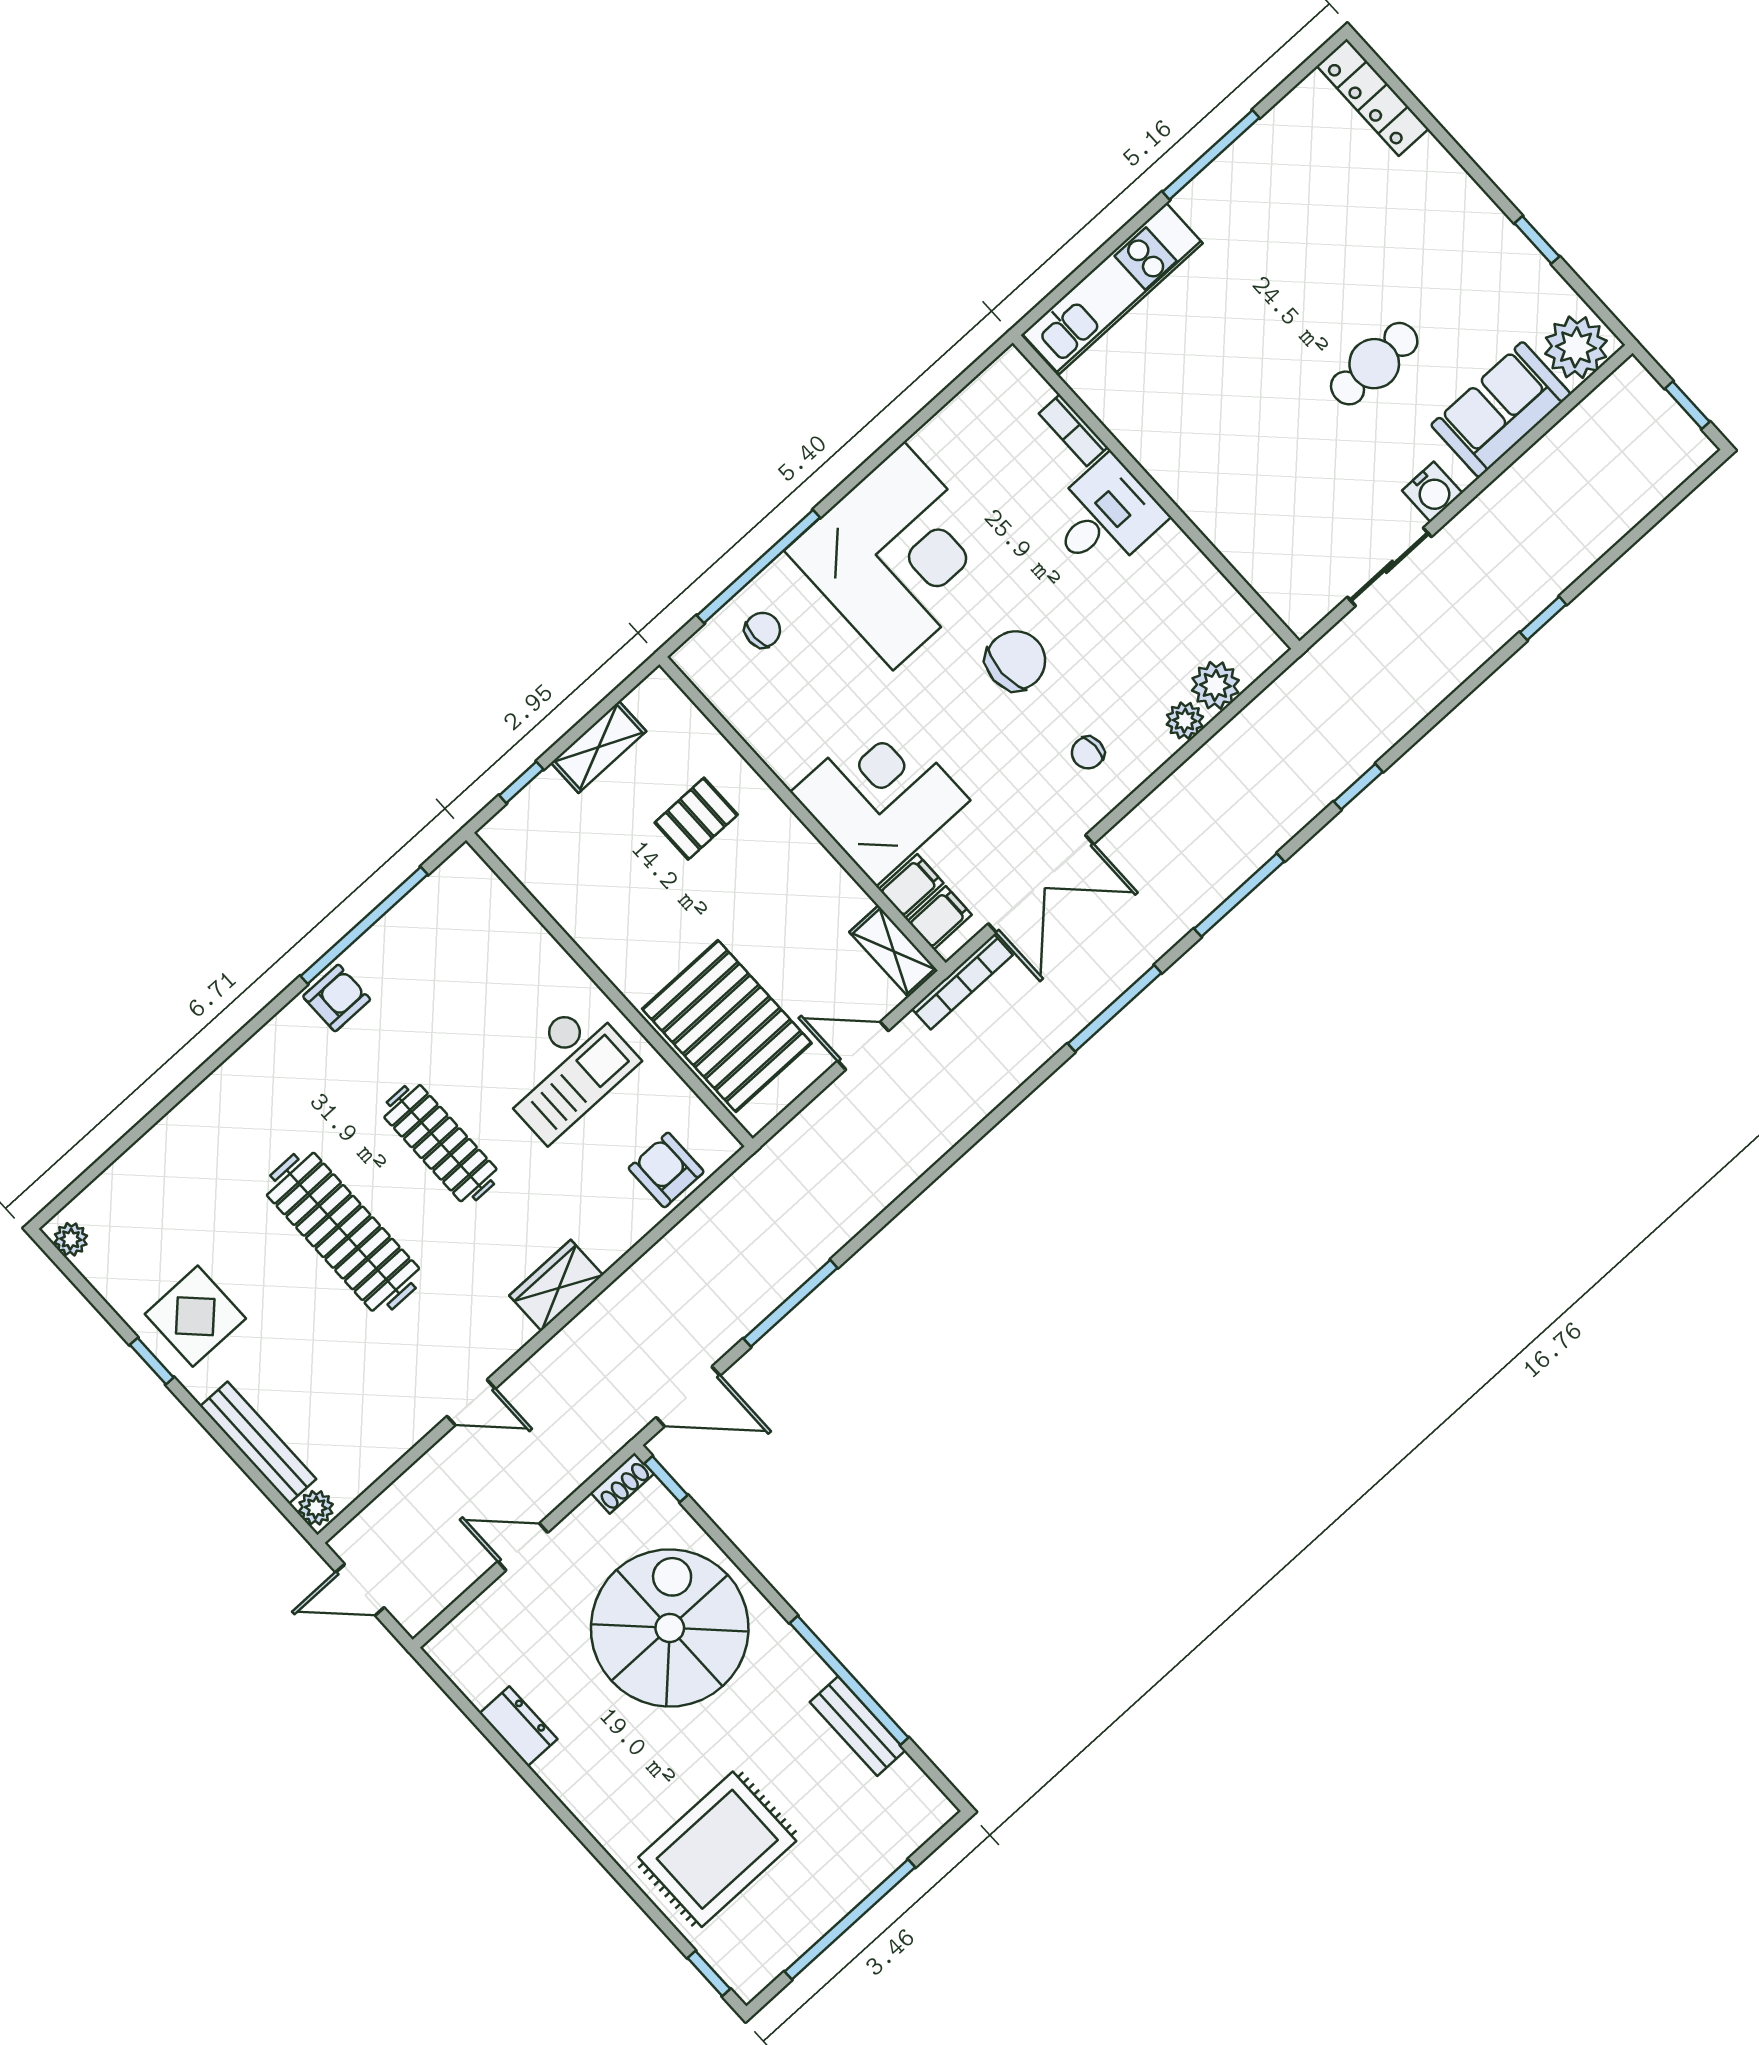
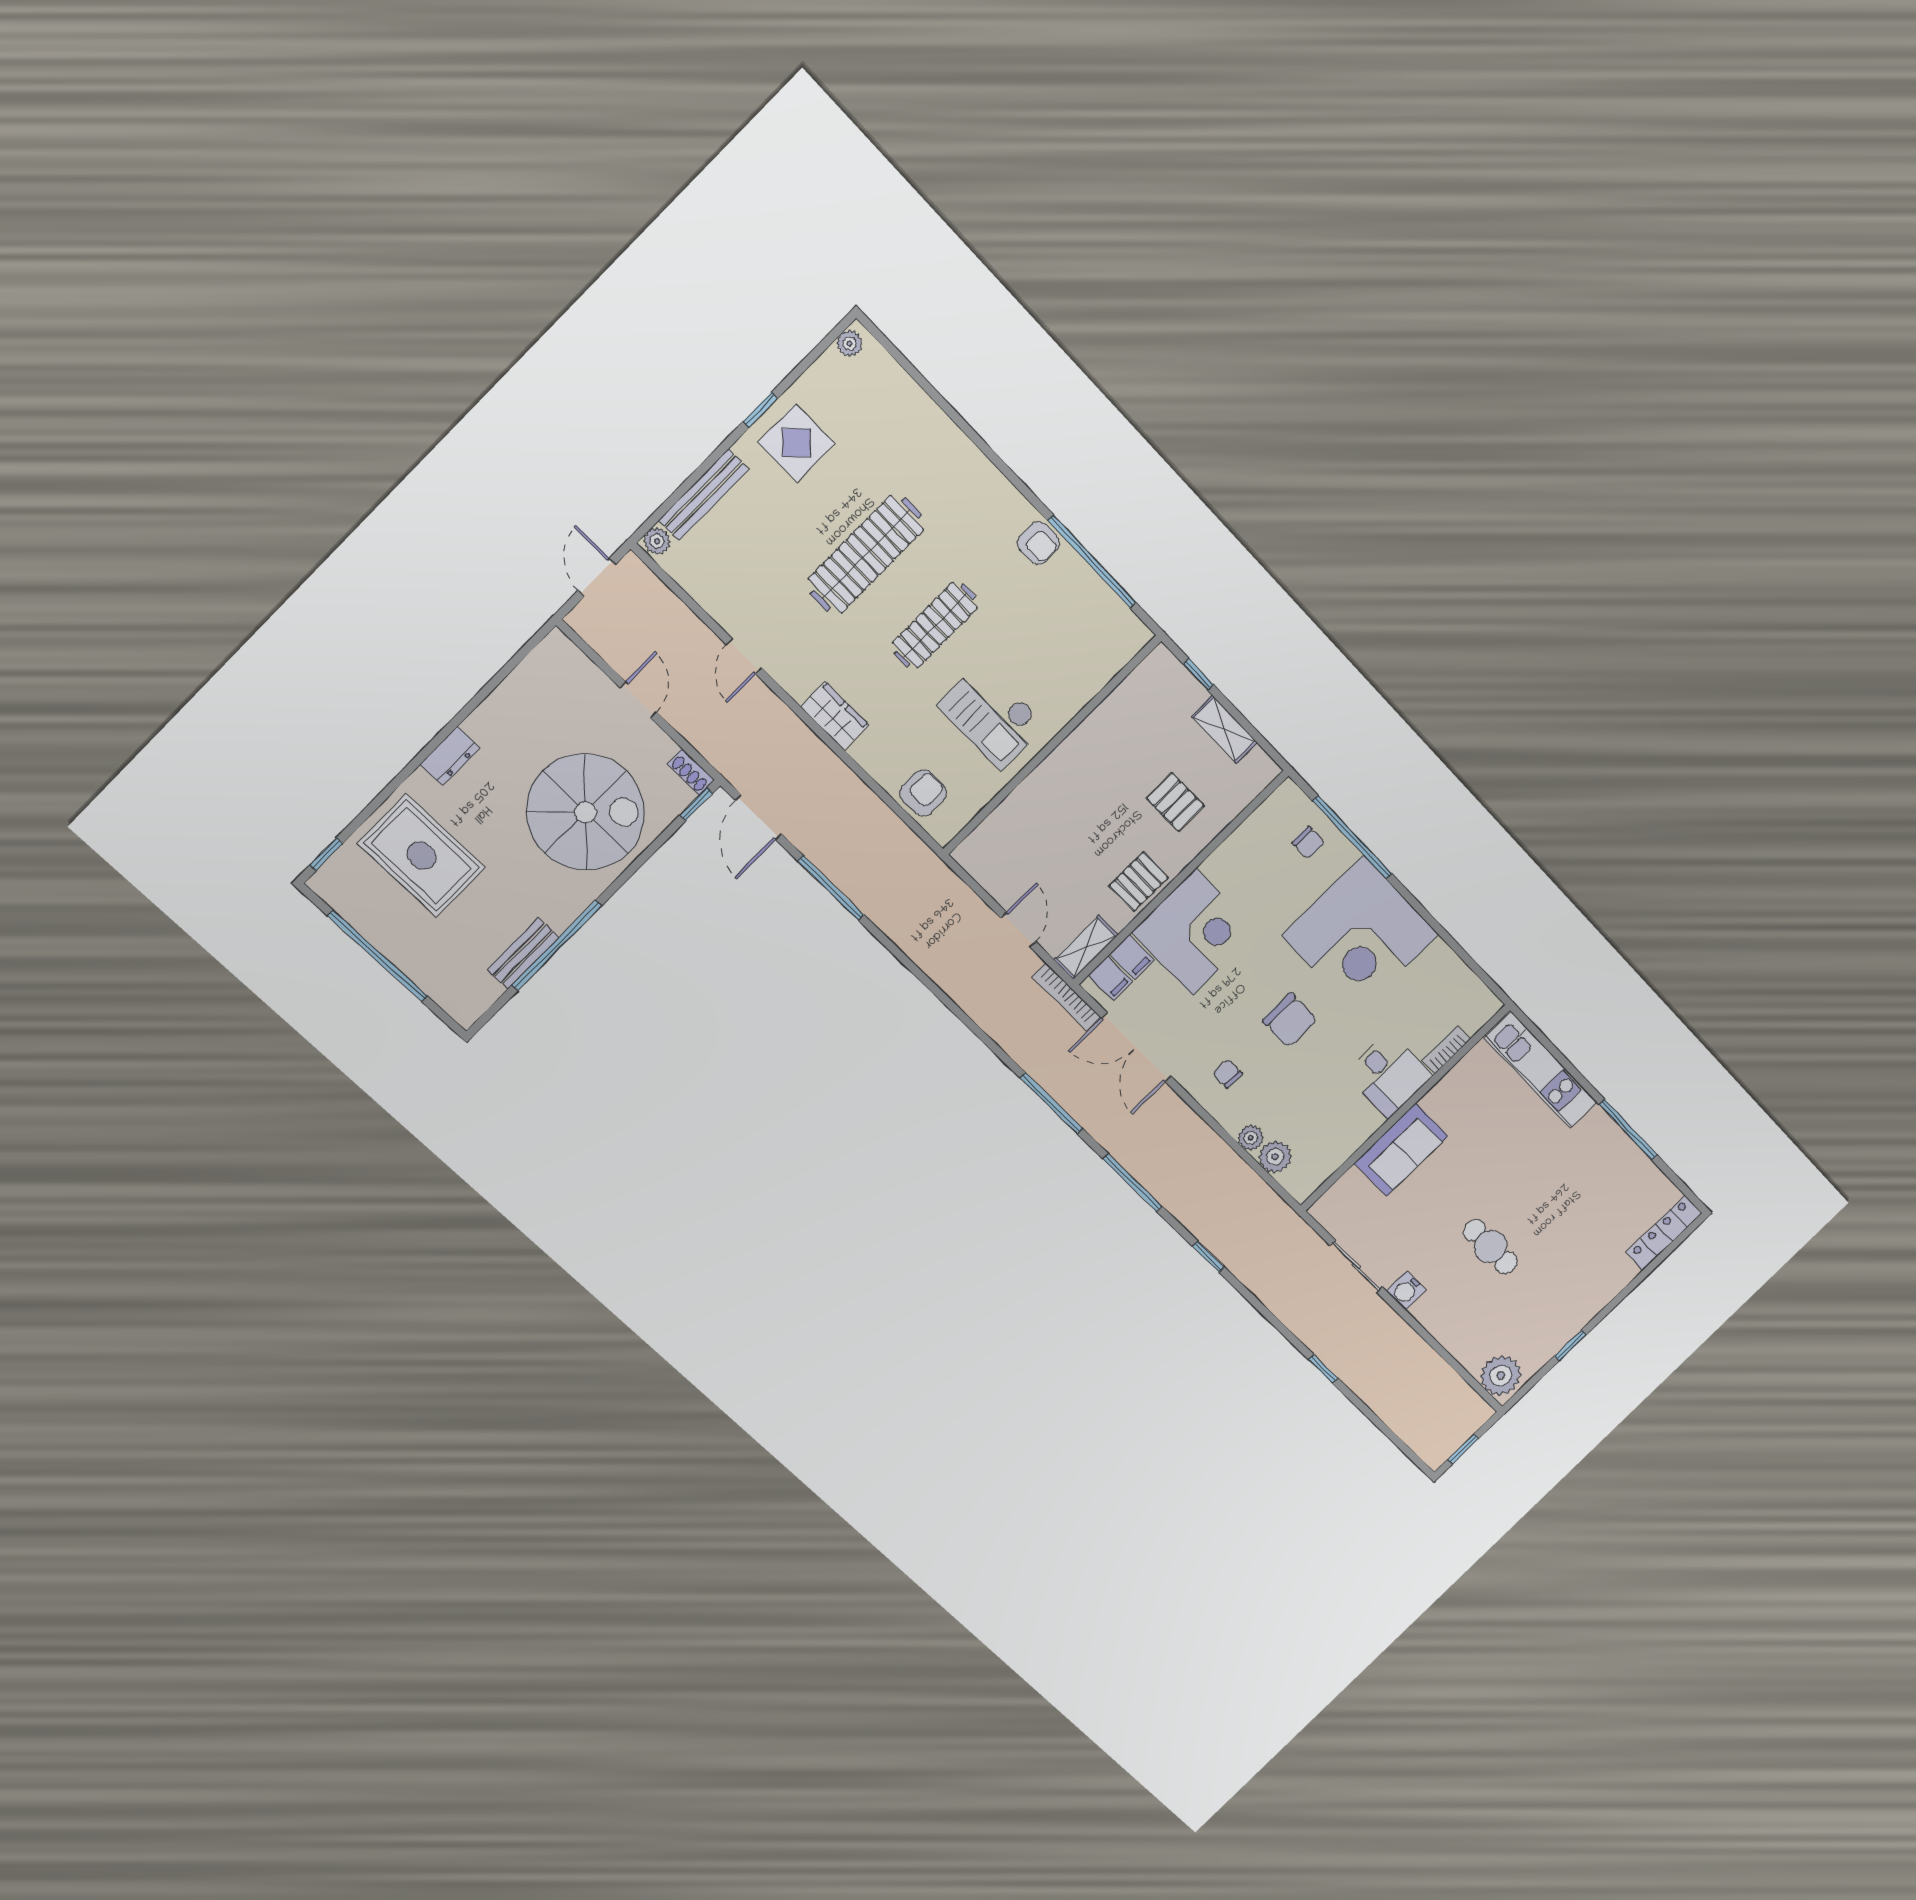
sofa: (1501, 410) -> (1401, 1150), moved, turned 90
pallet: (727, 1026) -> (1139, 882), moved, width x0.49, depth x0.50
dresser: (518, 1726) -> (450, 756), moved

